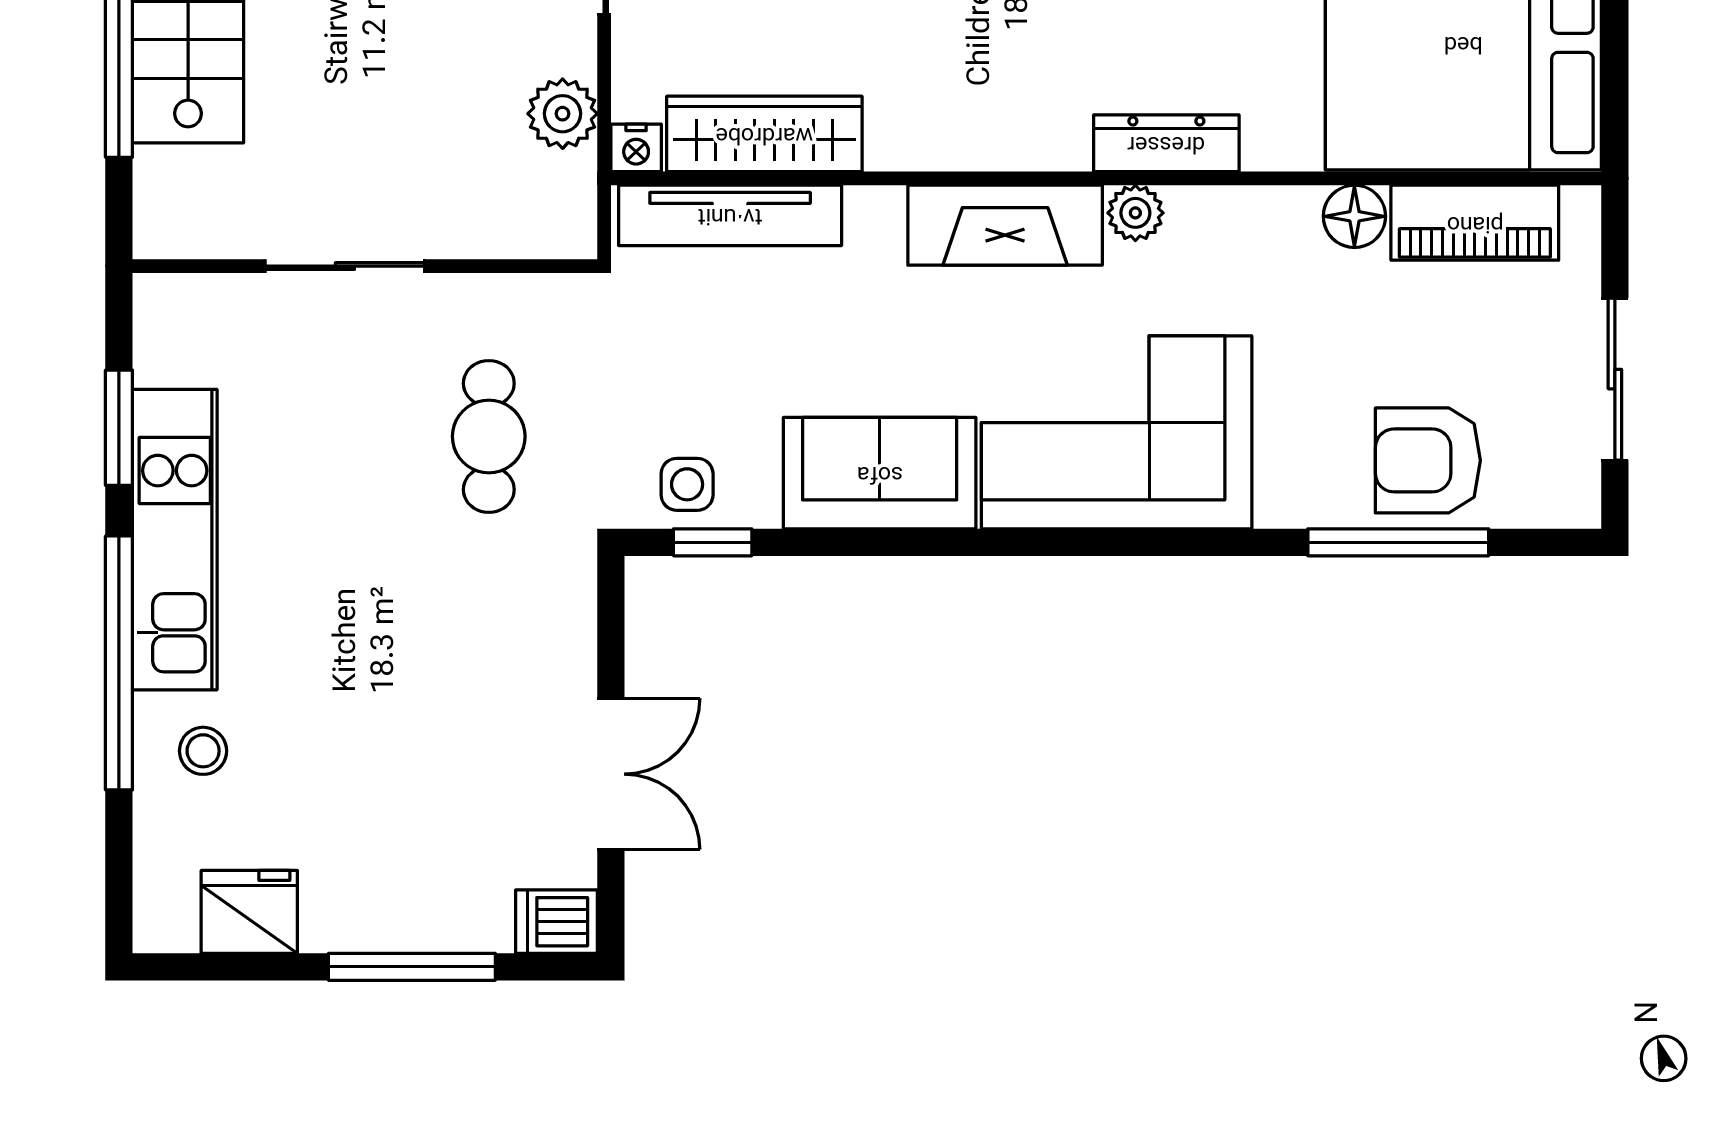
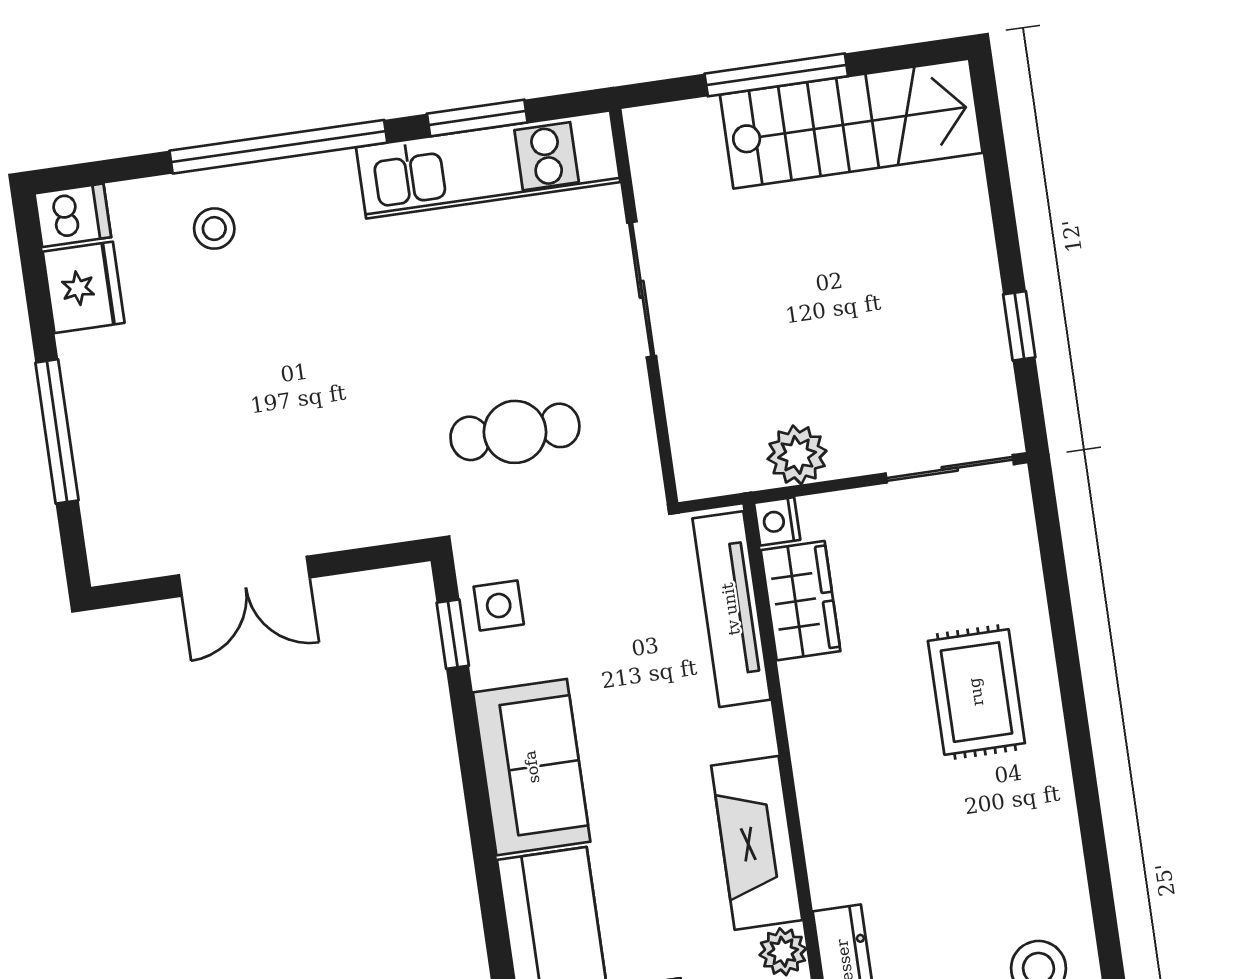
wardrobe: (764, 134) -> (801, 601), width x0.67
kitchen unit: (175, 540) -> (488, 165), moved
dishwasher: (556, 922) -> (73, 215), moved, turned 90

